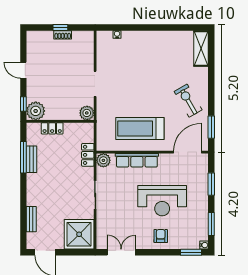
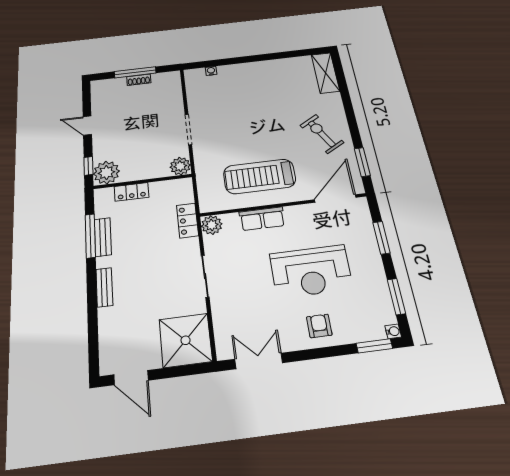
window: (60, 27) -> (135, 72), width x2.17
row of seats: (137, 160) -> (262, 219), width x0.68
bench: (31, 219) -> (104, 287), moved

